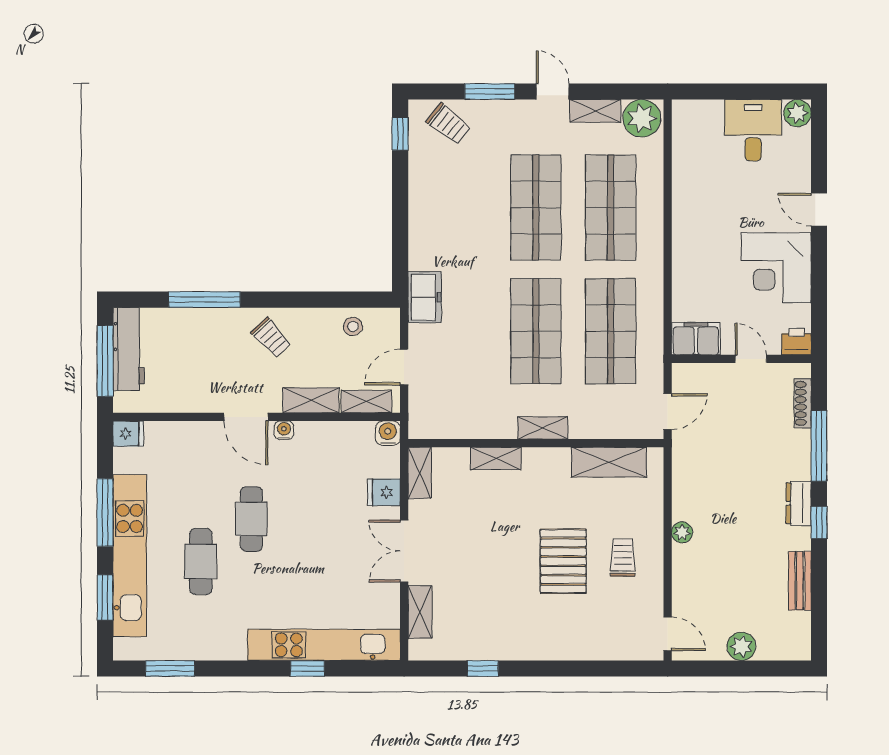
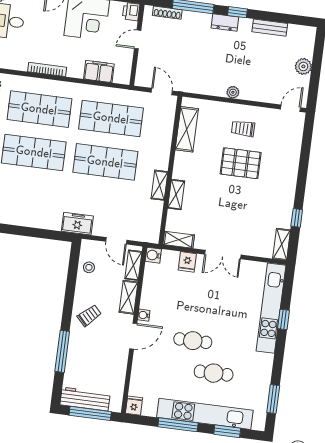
bookcase: (680, 212) -> (47, 69), added
filing cabinet: (696, 339) -> (99, 71), moved, turned 90
shelving: (543, 428) -> (159, 185), moved
shelving: (420, 612) -> (282, 244), moved, turned 90

